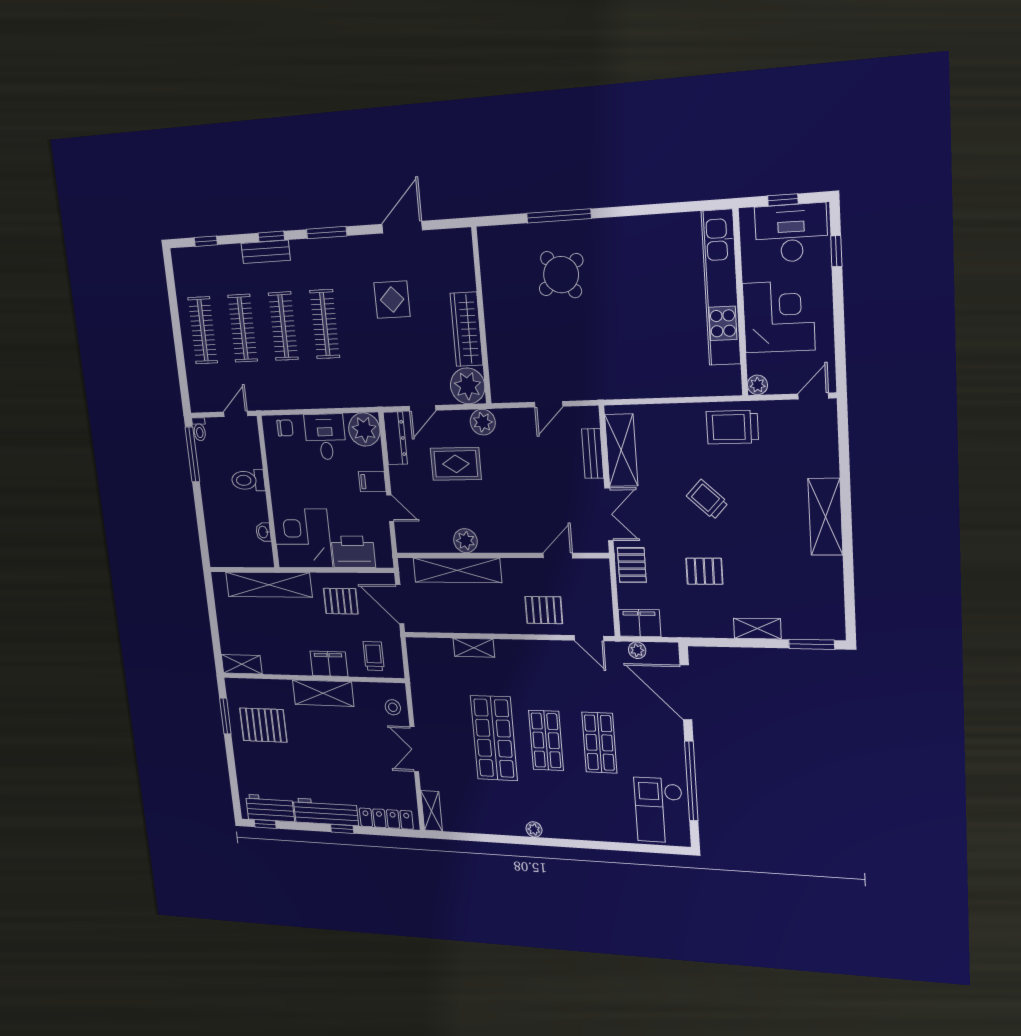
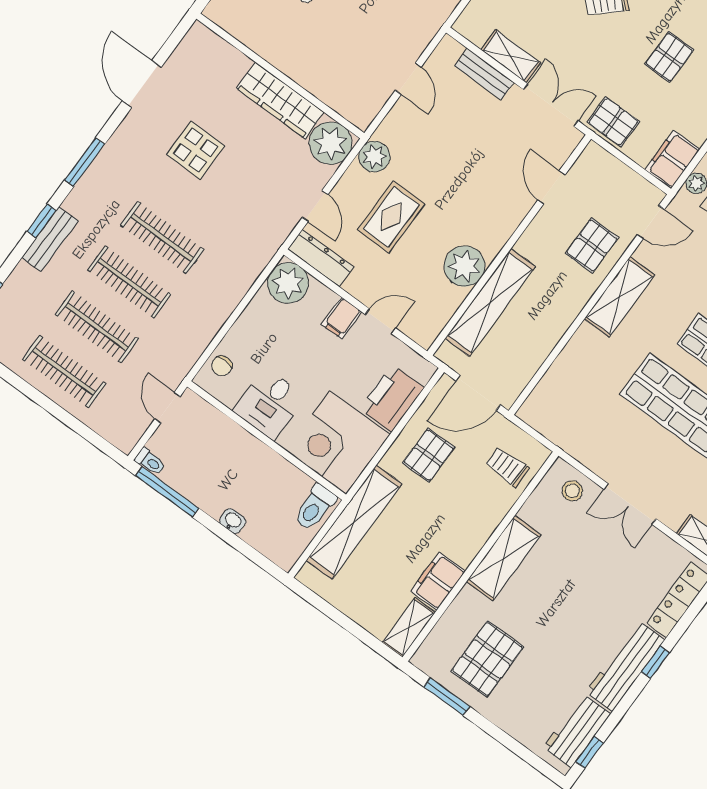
chair: (285, 428) -> (222, 366), turned 180
desk: (325, 437) -> (269, 404), moved, turned -90
shelving: (621, 450) -> (511, 56), width x0.67, depth x0.75
toilet: (248, 480) -> (315, 508), moved
washbasin: (263, 532) -> (233, 521), moved, turned 180
plant: (465, 541) -> (464, 266), width x1.36, depth x1.36
shelving: (474, 648) -> (619, 297), moved, width x1.50, depth x1.33
filing cabinet: (329, 664) -> (438, 581), moved

